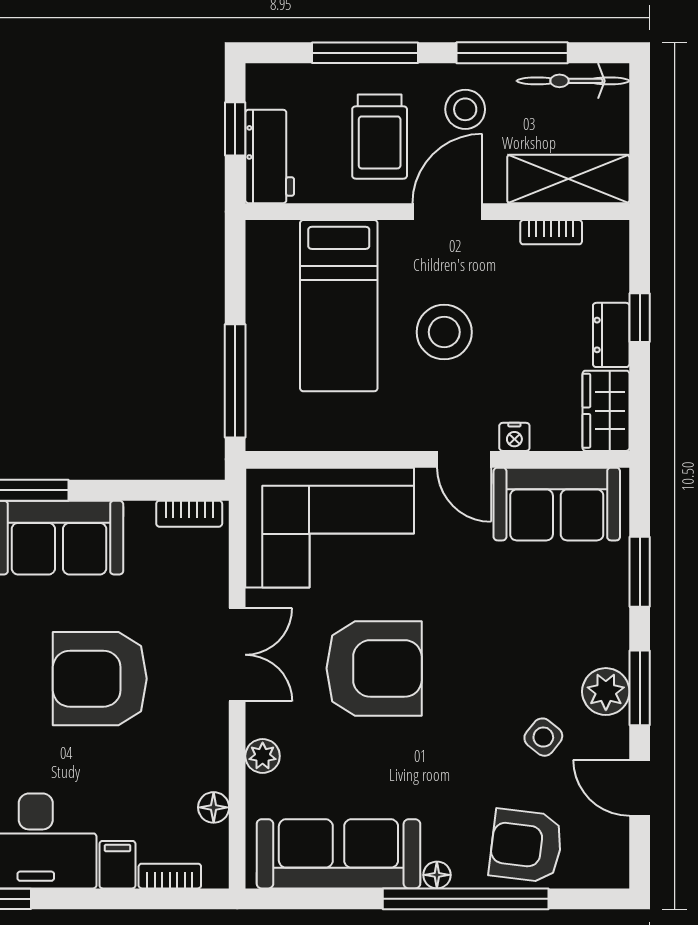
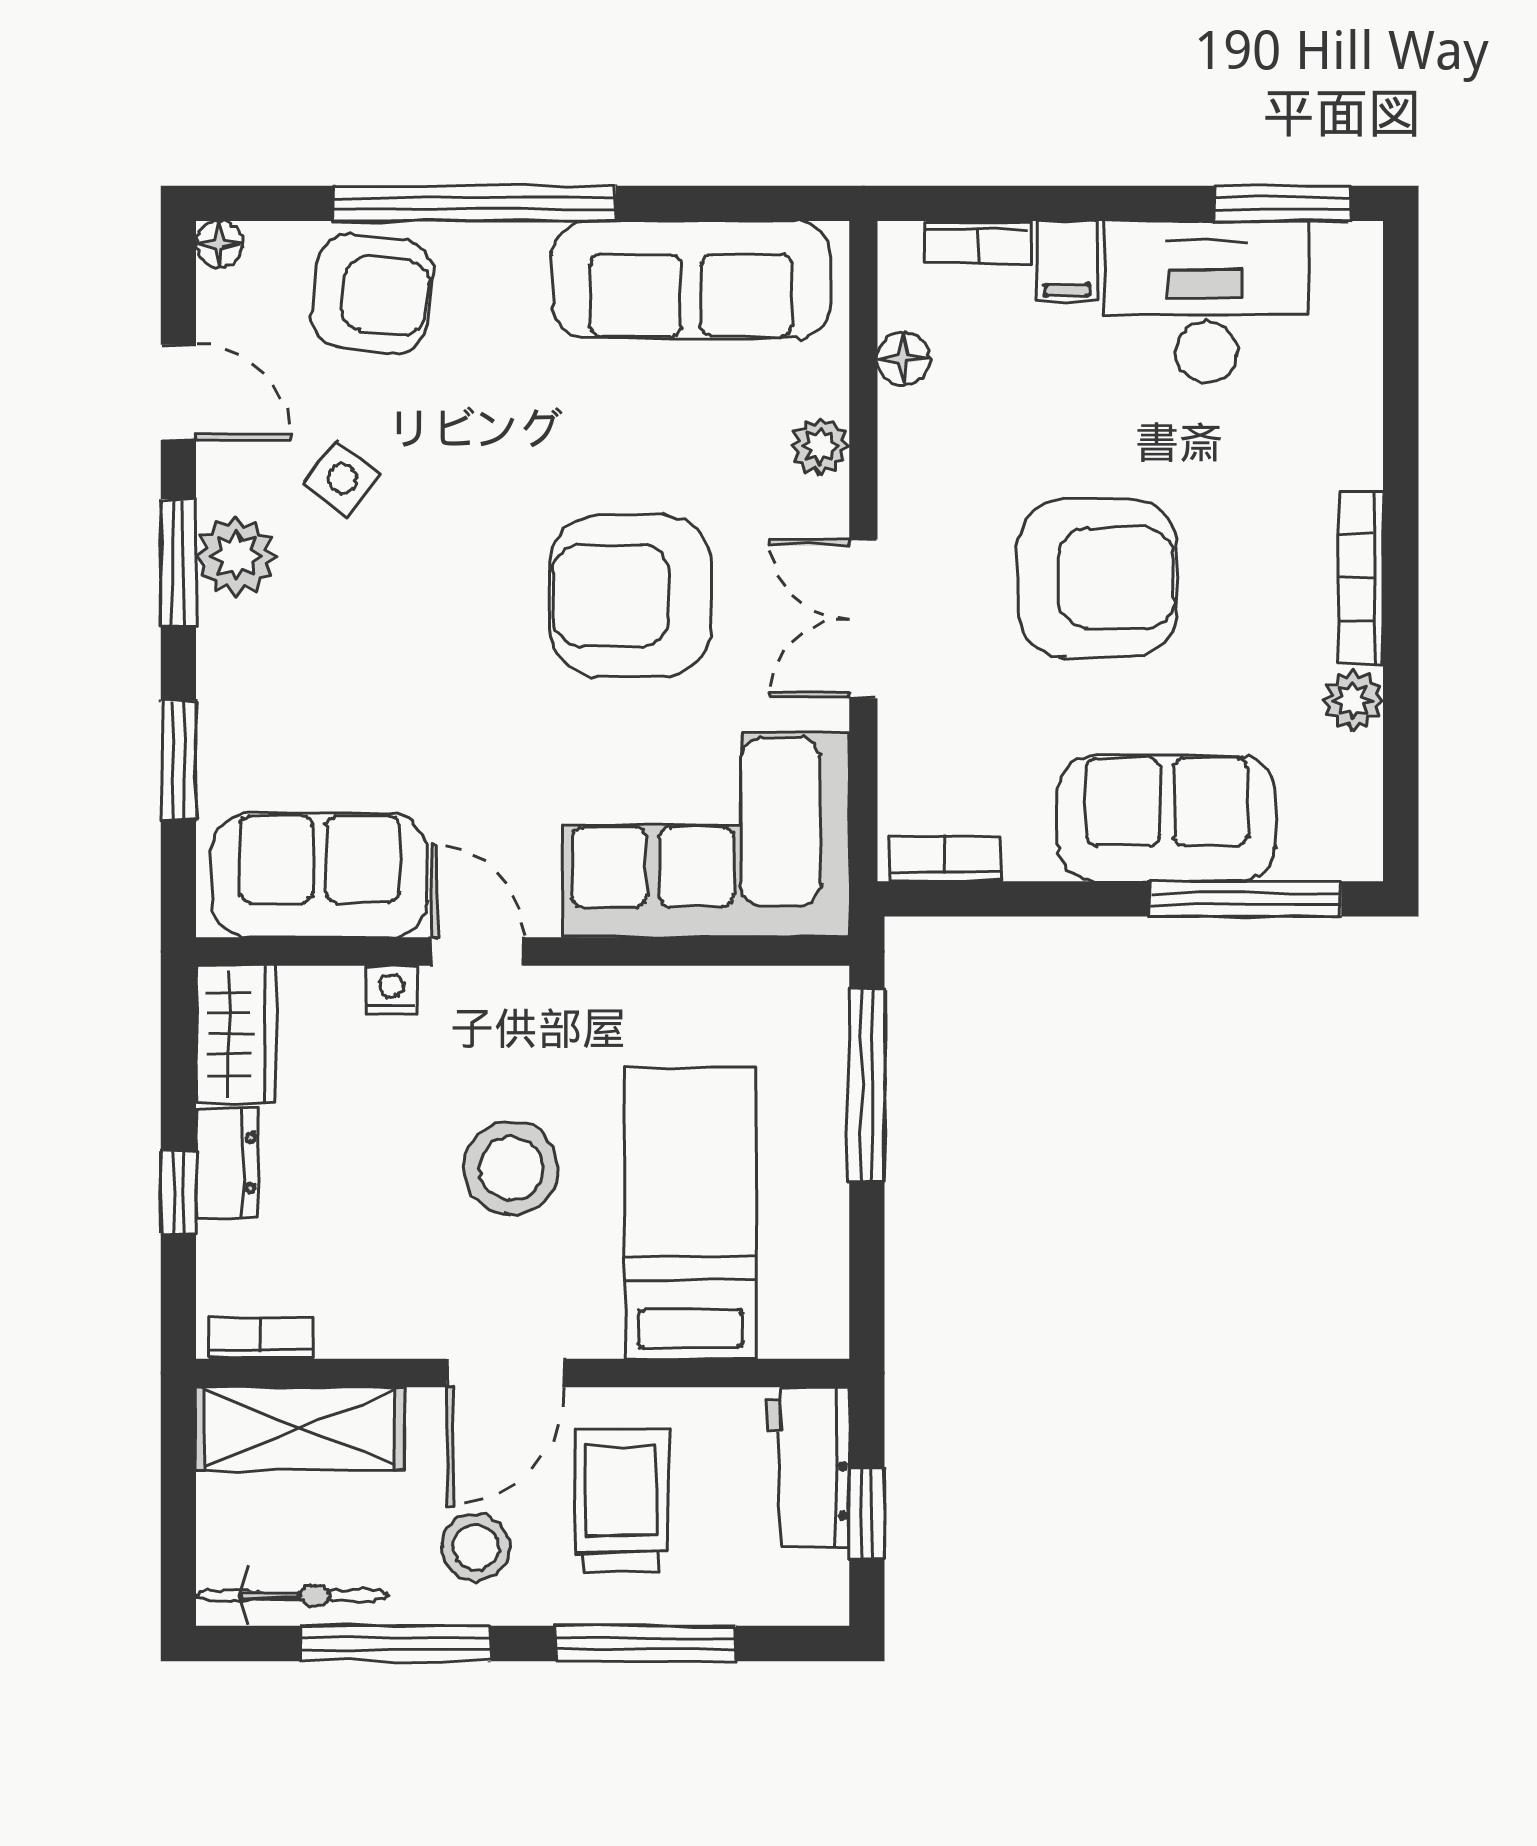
bookcase: (551, 232) -> (261, 1338), moved
floor lamp: (437, 875) -> (219, 244), moved

